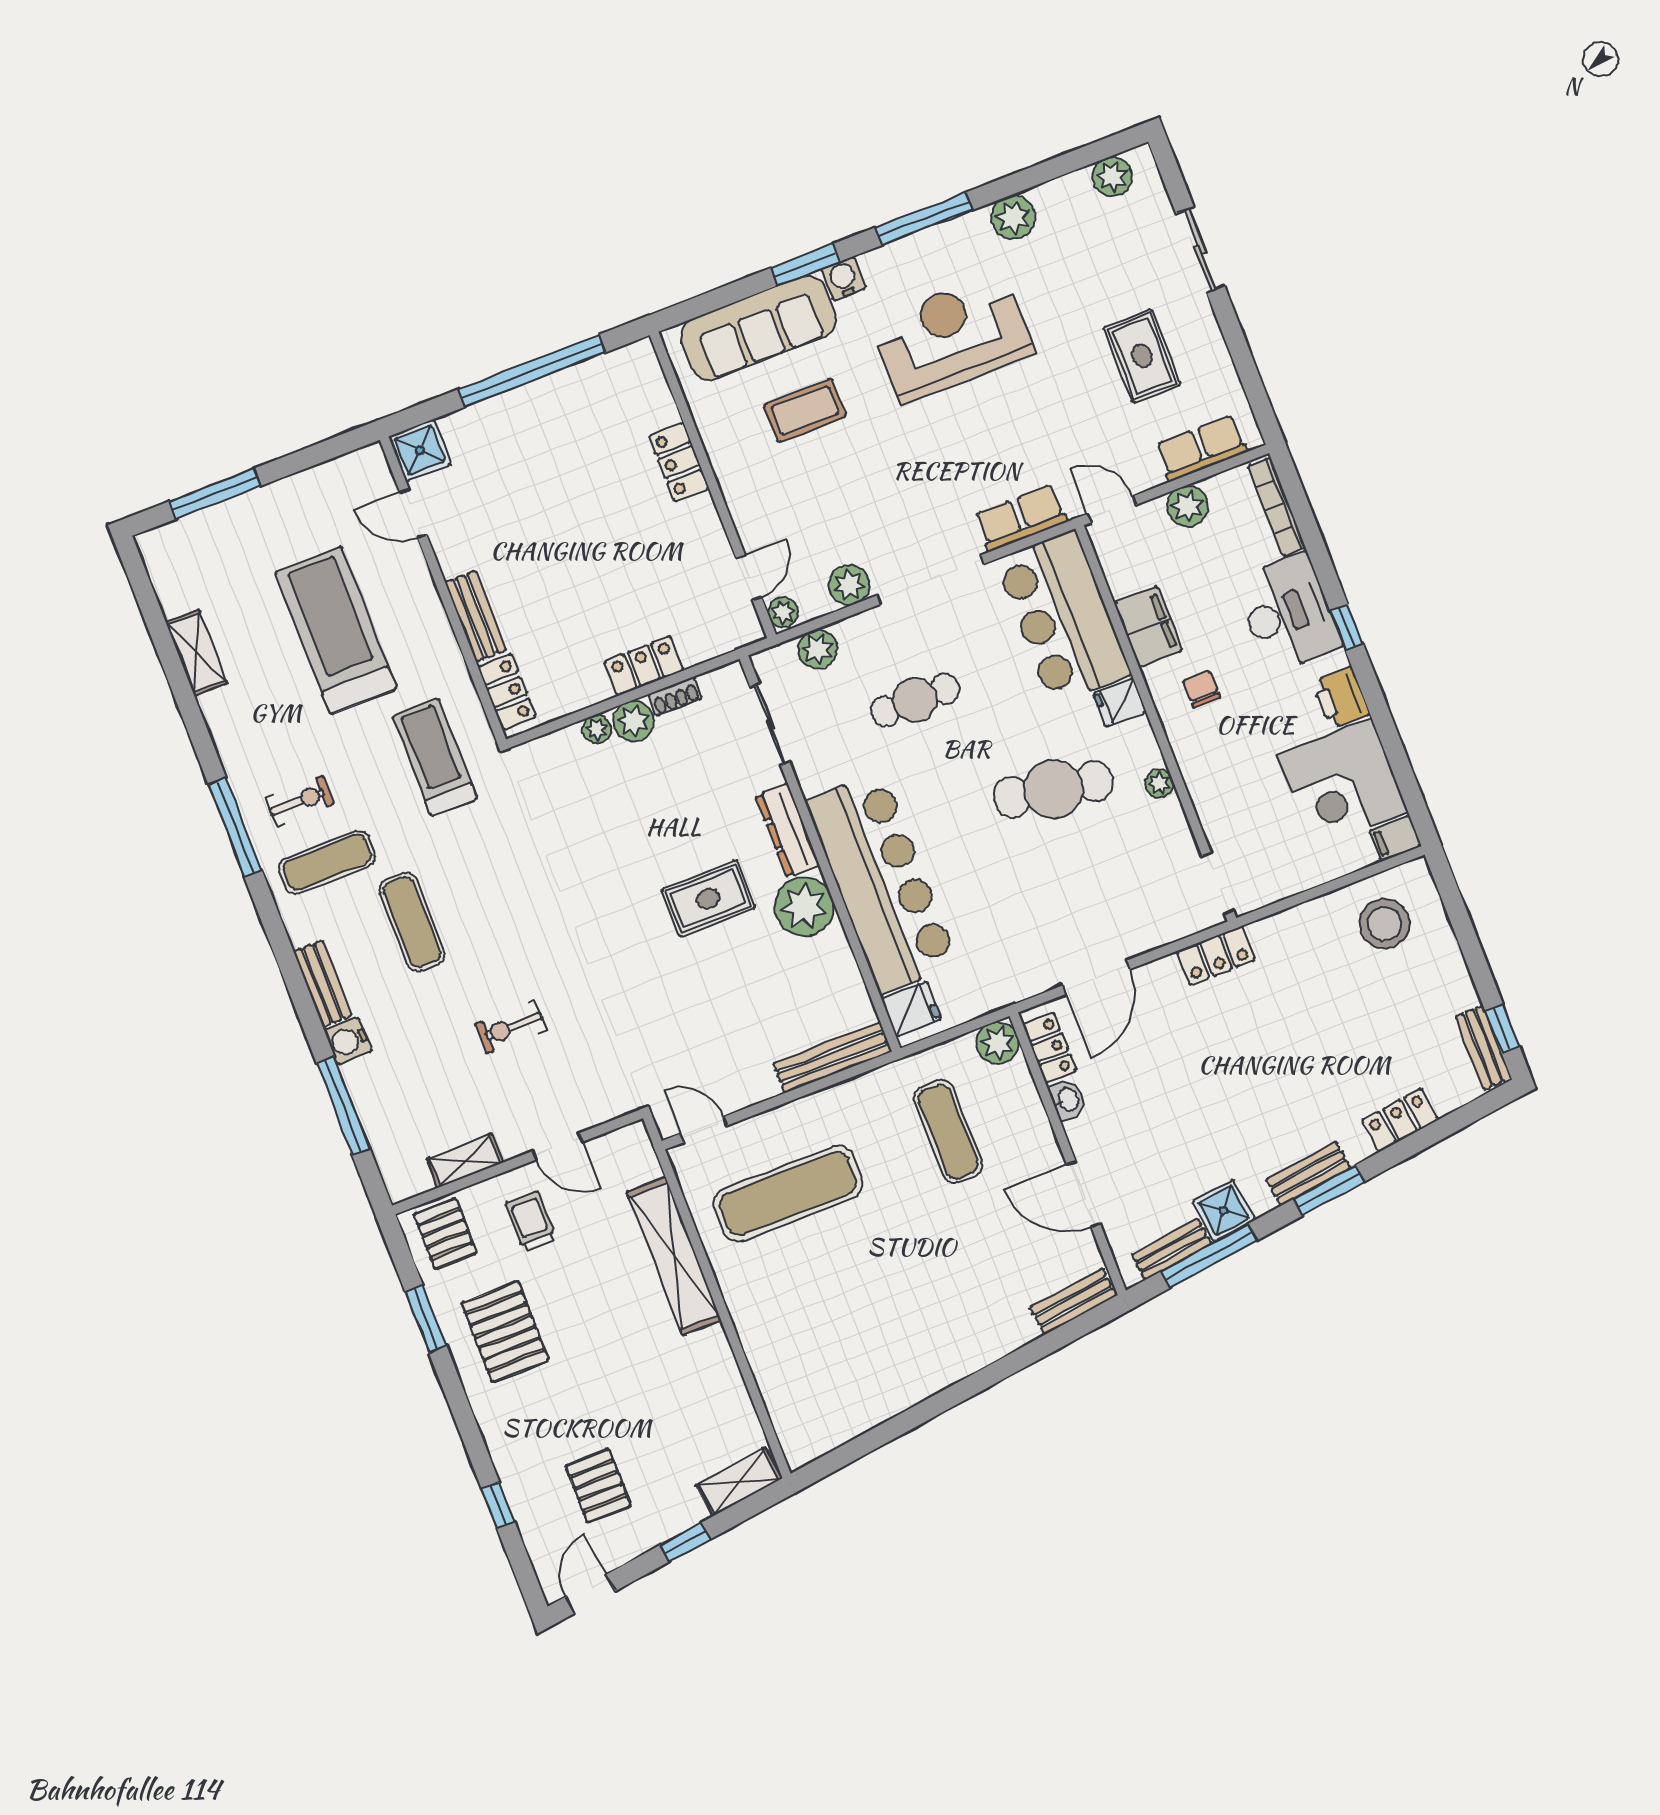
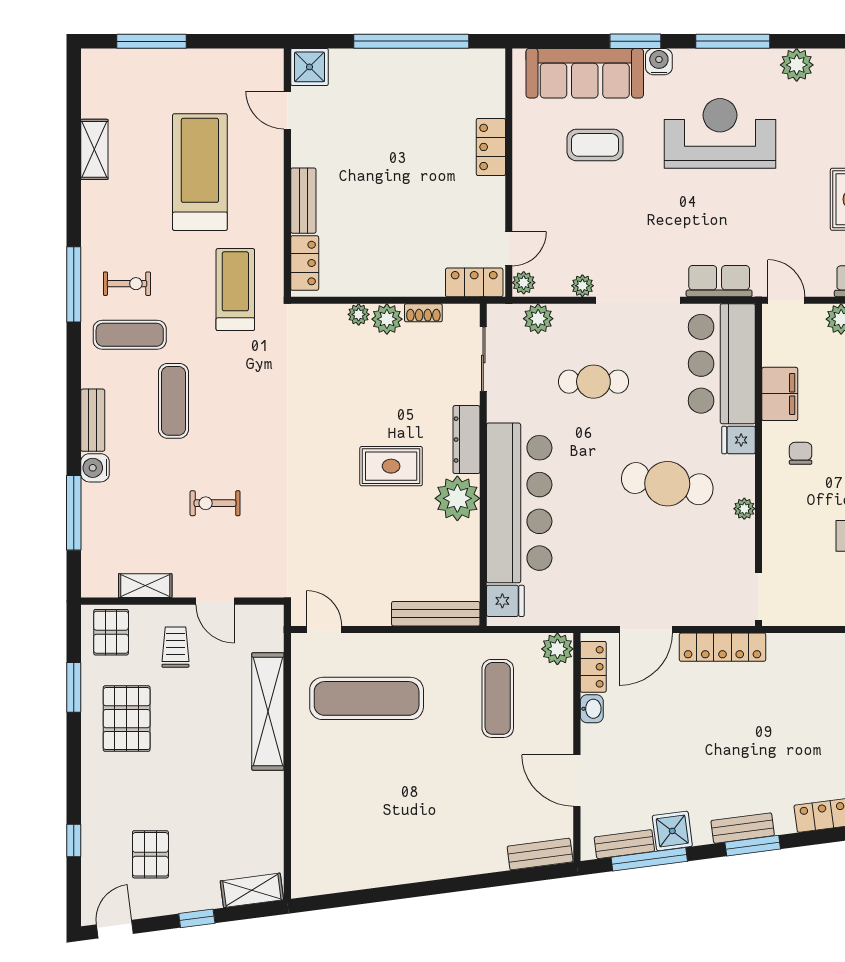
plant: (849, 585) -> (582, 286), width x0.73, depth x0.73
locker: (644, 666) -> (474, 282), moved
locker: (1216, 956) -> (723, 647), width x1.53

